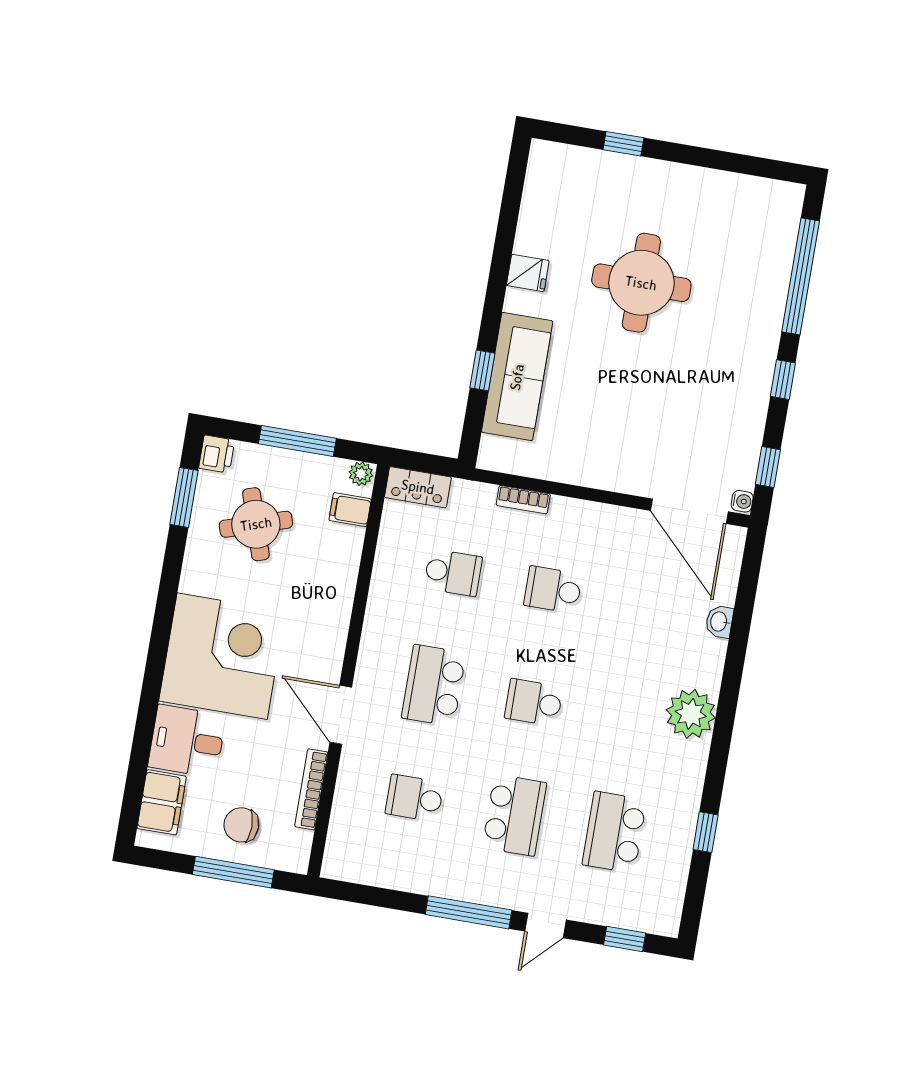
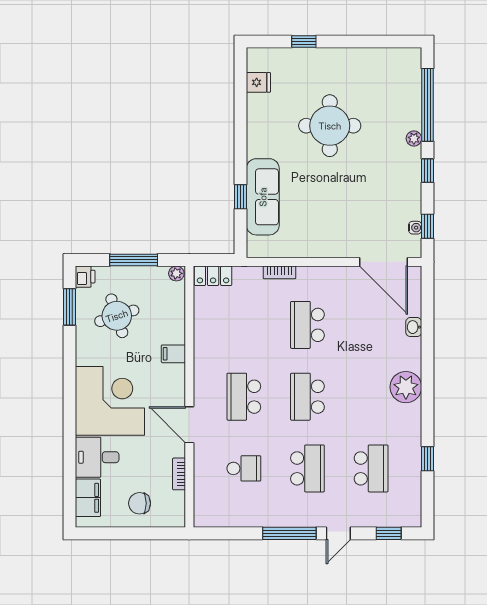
fridge: (528, 273) -> (258, 82), moved
plant: (770, 325) -> (414, 138), added
water cooler: (742, 501) -> (415, 228), moved
filing cabinet: (350, 510) -> (173, 354), moved
school desk: (453, 573) -> (244, 325), removed
school desk: (553, 590) -> (307, 325), width x1.85
school desk: (534, 702) -> (307, 397), width x1.85
bookcase: (311, 789) -> (179, 474), width x0.64
school desk: (414, 798) -> (244, 468), turned 180
school desk: (614, 832) -> (371, 468), turned 180
window: (233, 872) -> (140, 533), removed

